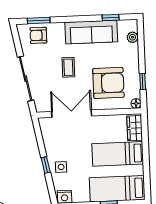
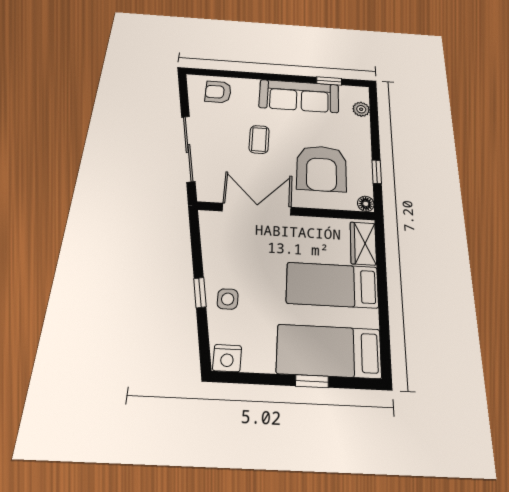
window: (39, 21) -> (222, 73), removed
armchair: (108, 83) -> (322, 168), turned 90

